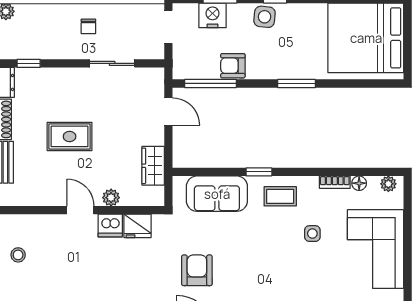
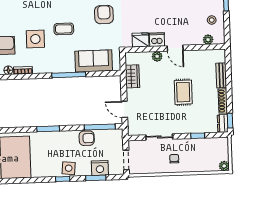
window: (29, 63) -> (198, 136), moved
rug: (70, 136) -> (183, 92), turned 90
window: (259, 172) -> (69, 75), width x2.17
coffee table: (280, 196) -> (64, 29), moved
plant: (25, 223) -> (208, 40), added
side table: (312, 234) -> (35, 39), width x1.87, depth x1.87
armchair: (197, 270) -> (104, 15), turned 180

